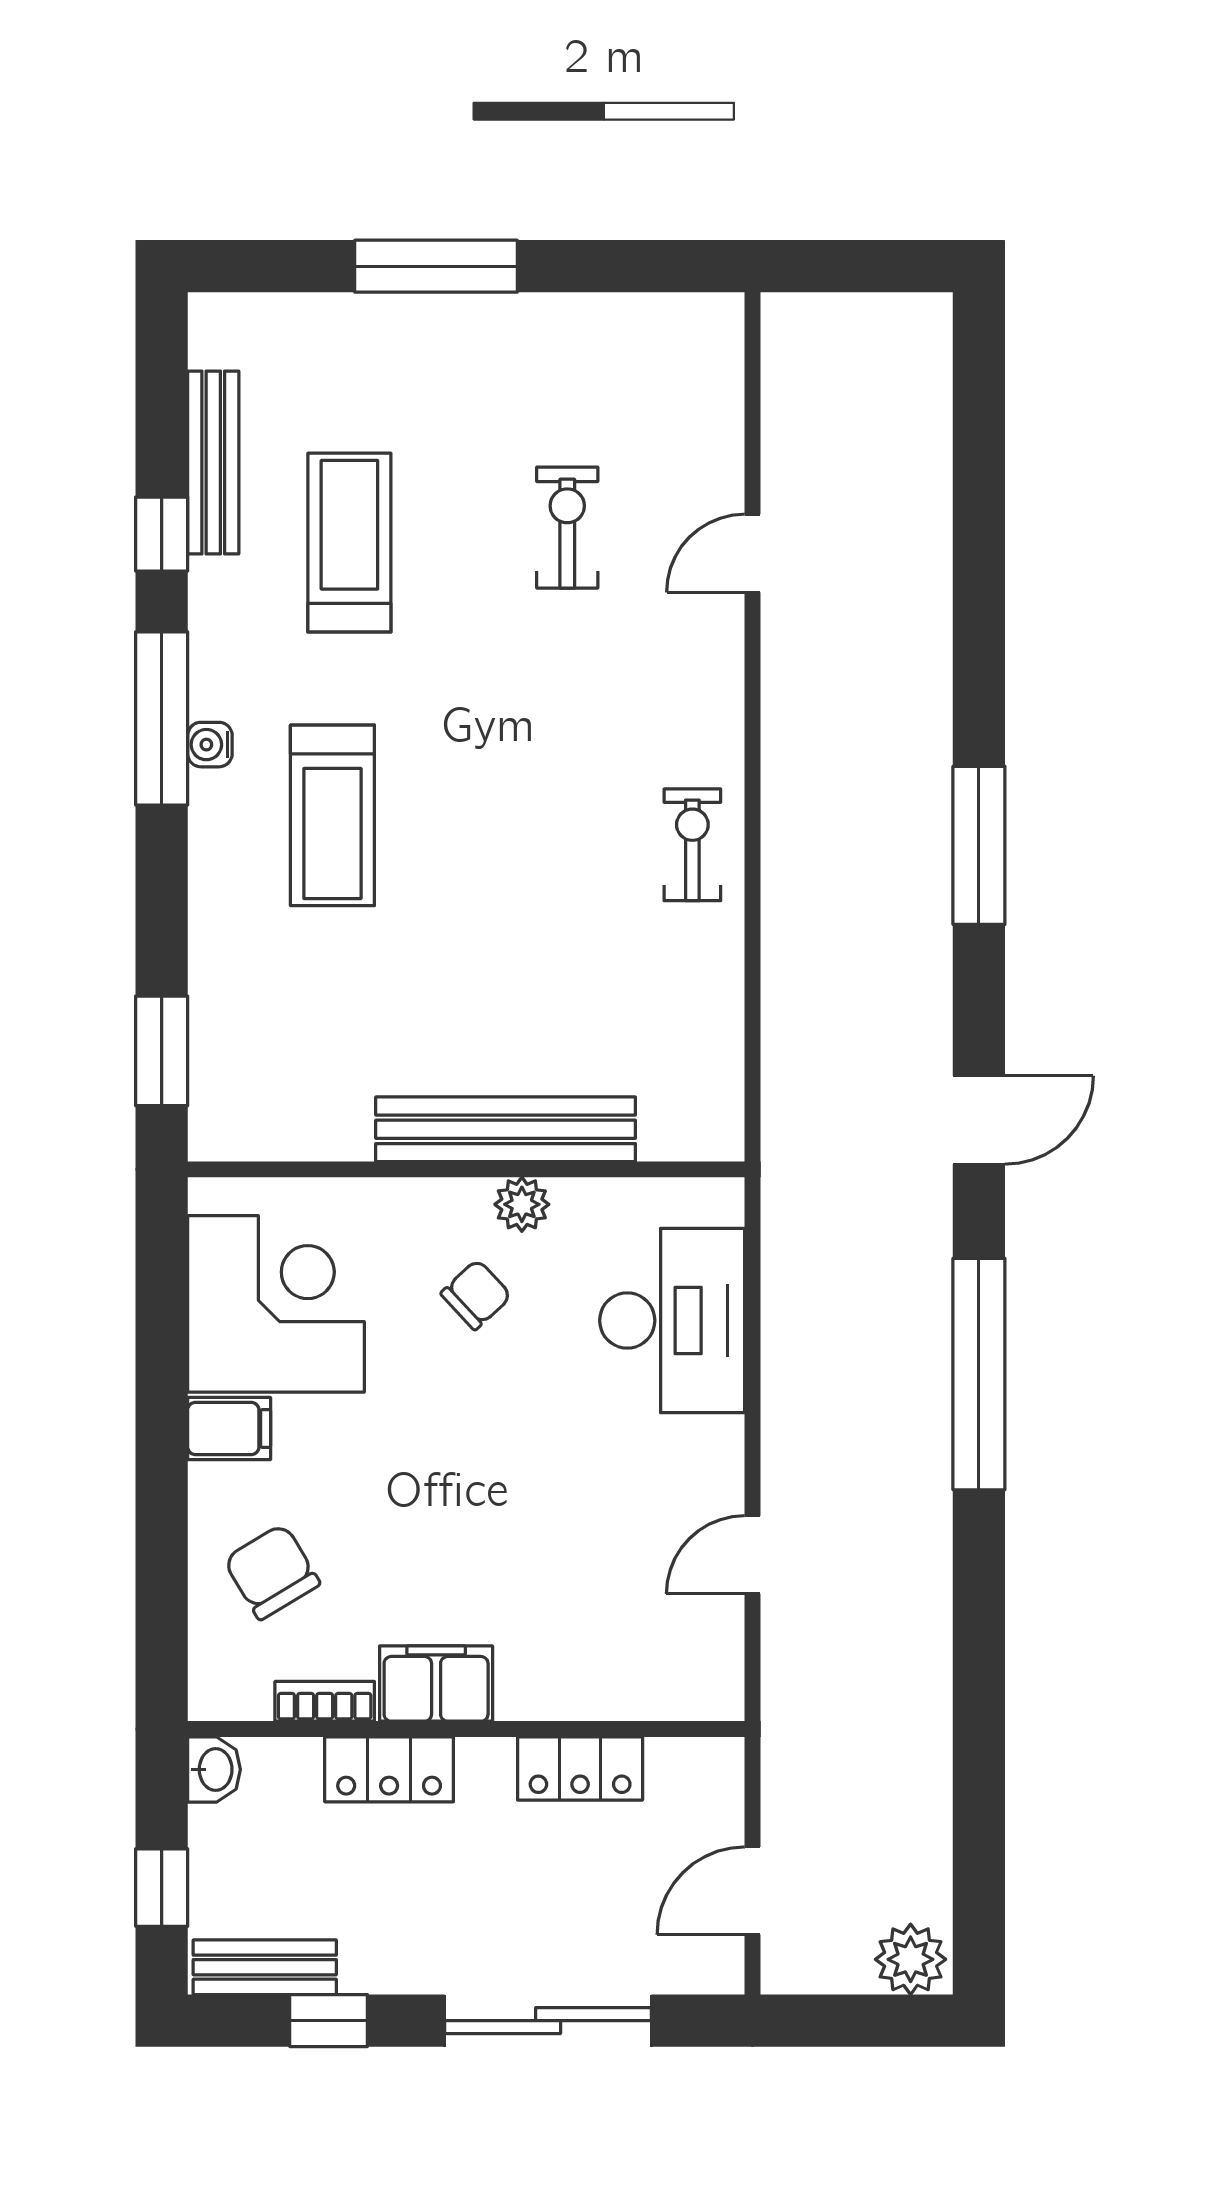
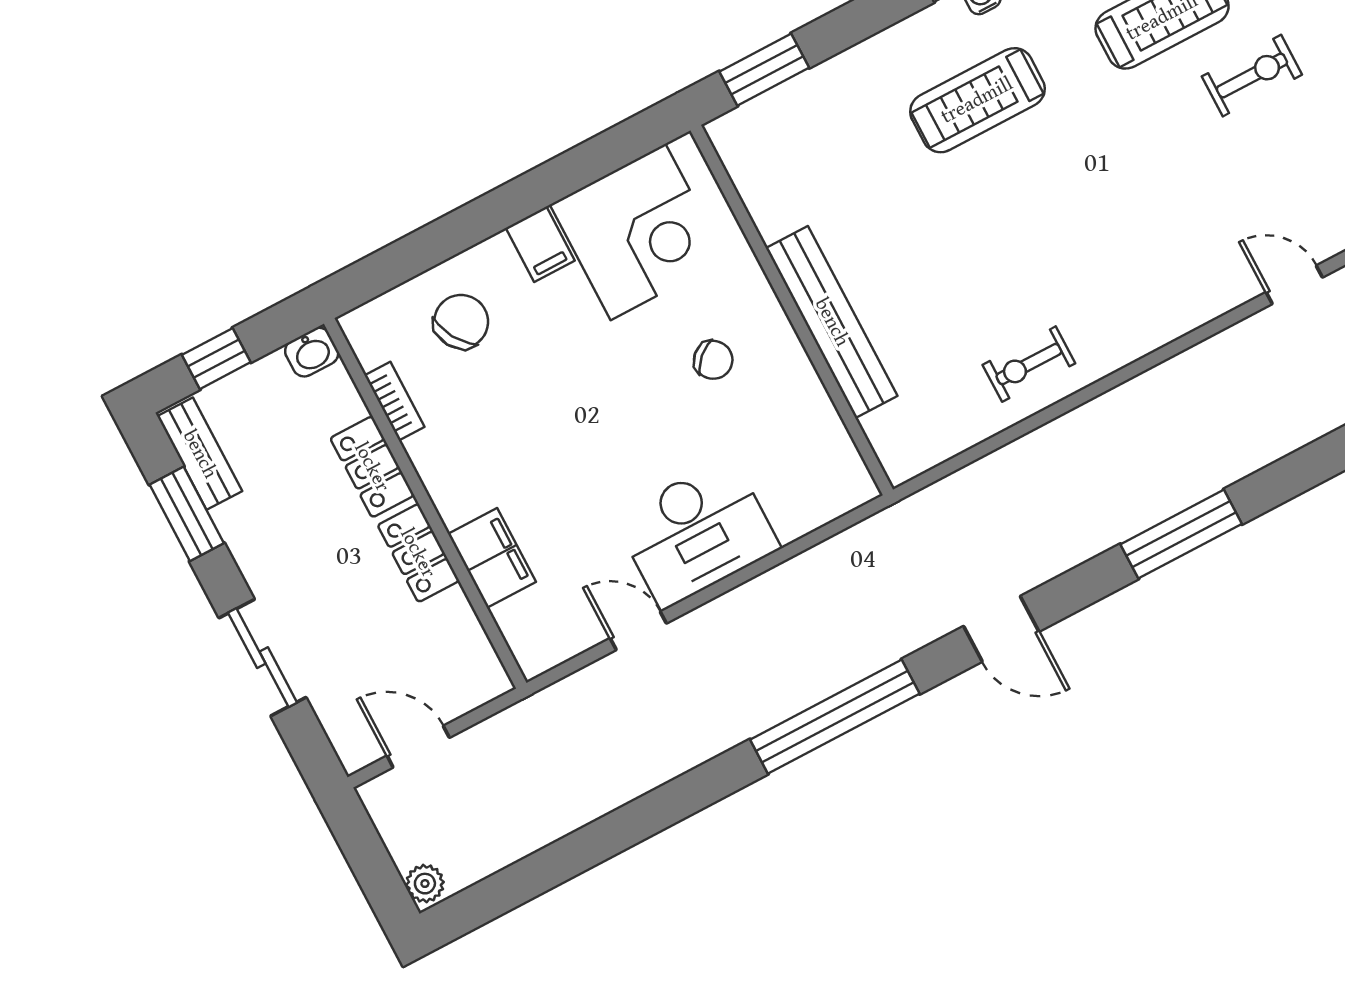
exercise bike: (567, 528) -> (1252, 76), moved
exercise bike: (692, 845) -> (1029, 364), moved, turned 180
plant: (522, 1204) -> (788, 359), removed
desk: (672, 1321) -> (697, 533), moved
filing cabinet: (436, 1684) -> (492, 558), moved
locker: (580, 1768) -> (418, 553), moved
plant: (911, 1959) -> (425, 884), width x0.73, depth x0.73
window: (329, 2021) -> (187, 514), width x1.50
sliding door: (548, 2021) -> (263, 658), width x0.73

